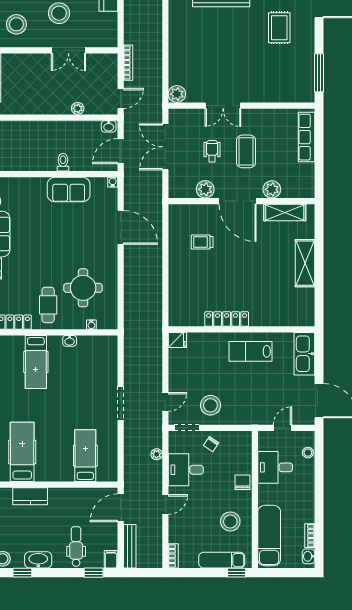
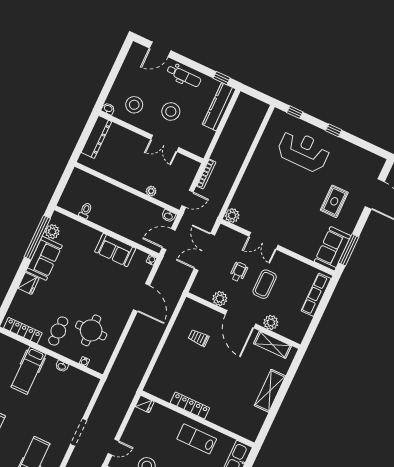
sofa: (301, 79) -> (333, 249), added
toilet: (63, 162) -> (85, 211), moved

